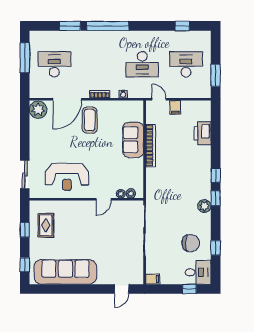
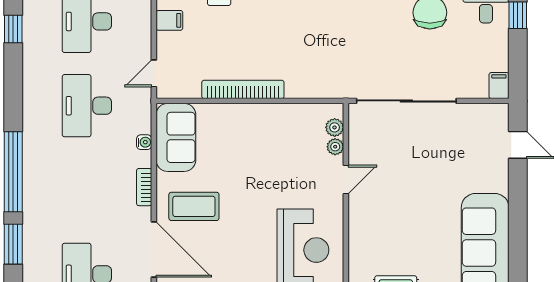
desk: (142, 64) -> (87, 106), turned 180
filing cabinet: (175, 107) -> (169, 20), moved
sofa: (133, 140) -> (176, 137), moved, turned -90
door: (104, 199) -> (346, 180), hinge flipped

